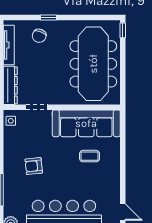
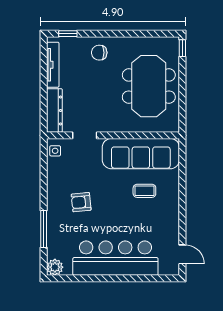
window: (49, 18) -> (68, 34), moved
chair: (39, 36) -> (99, 53), moved, turned 70
meeting table: (93, 64) -> (149, 86), width x0.73

